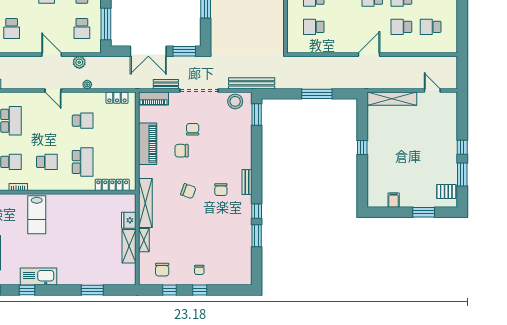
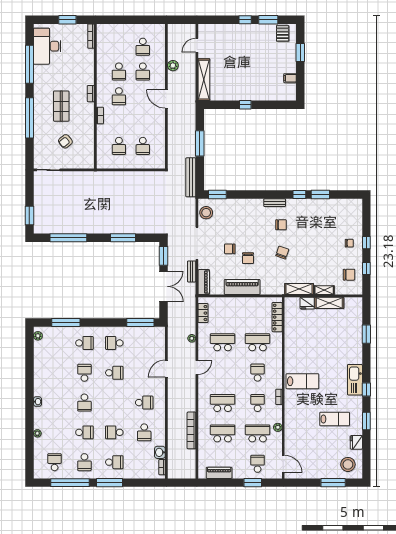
school desk: (82, 28) -> (144, 343), removed
plant: (79, 62) -> (173, 66), moved
bench: (252, 83) -> (191, 177), moved
school desk: (83, 121) -> (223, 342), width x1.85
shelving: (145, 203) -> (299, 289), width x0.68

